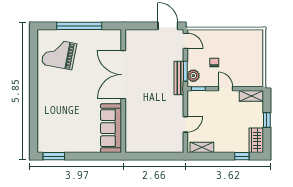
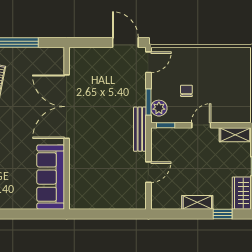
door: (185, 41) -> (148, 62), hinge flipped
bench: (179, 78) -> (140, 129), moved
door: (225, 89) -> (201, 125), hinge flipped
shelving: (202, 147) -> (197, 202), moved

